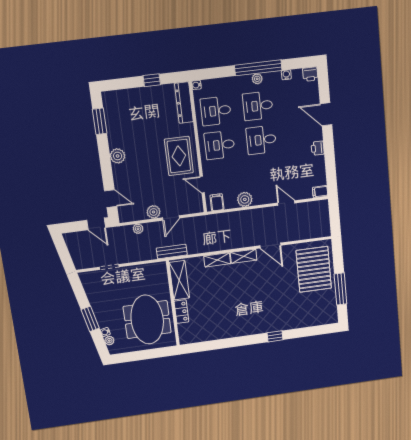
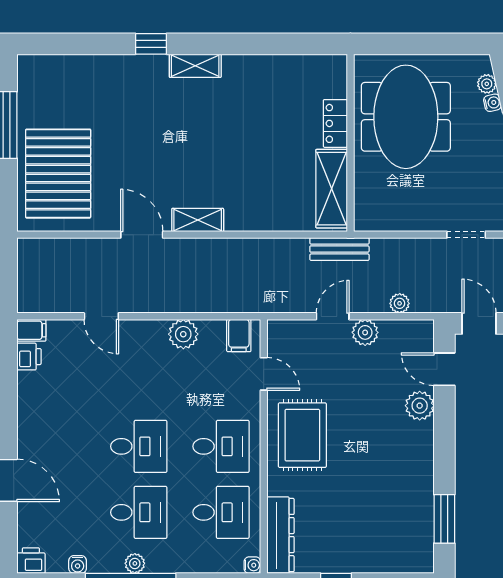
printer: (318, 148) -> (29, 357), moved
plant: (118, 156) -> (420, 406), moved
shelving: (217, 260) -> (195, 66), moved

